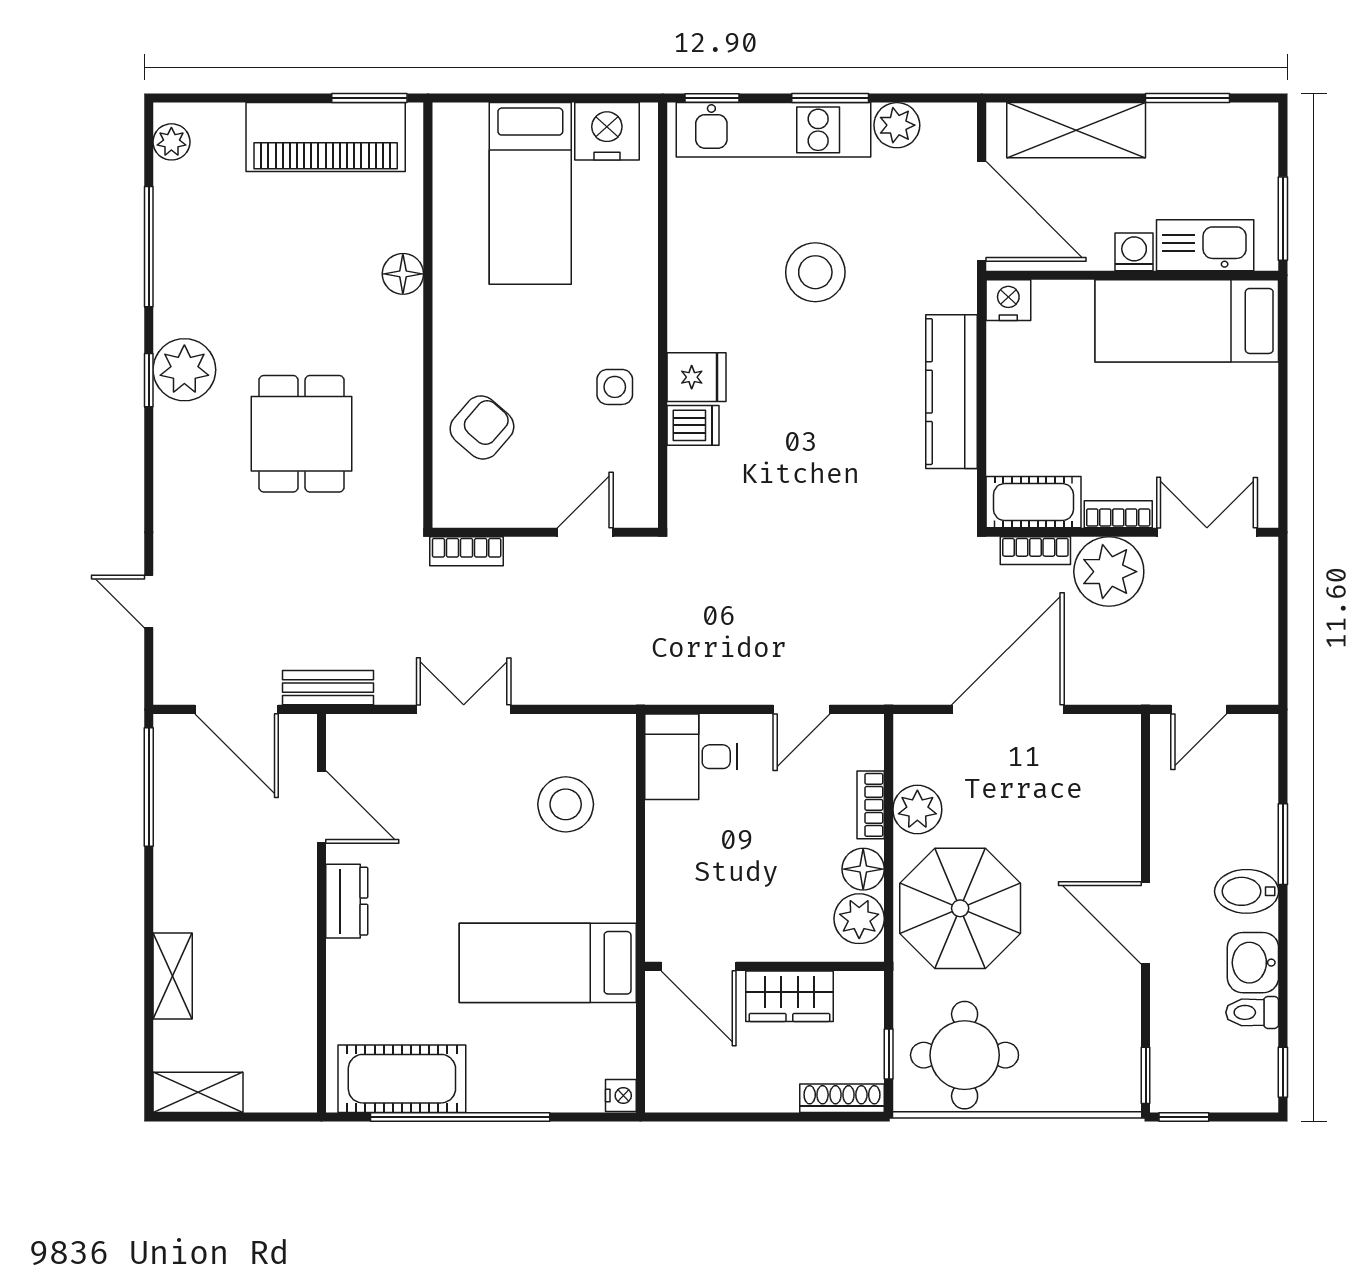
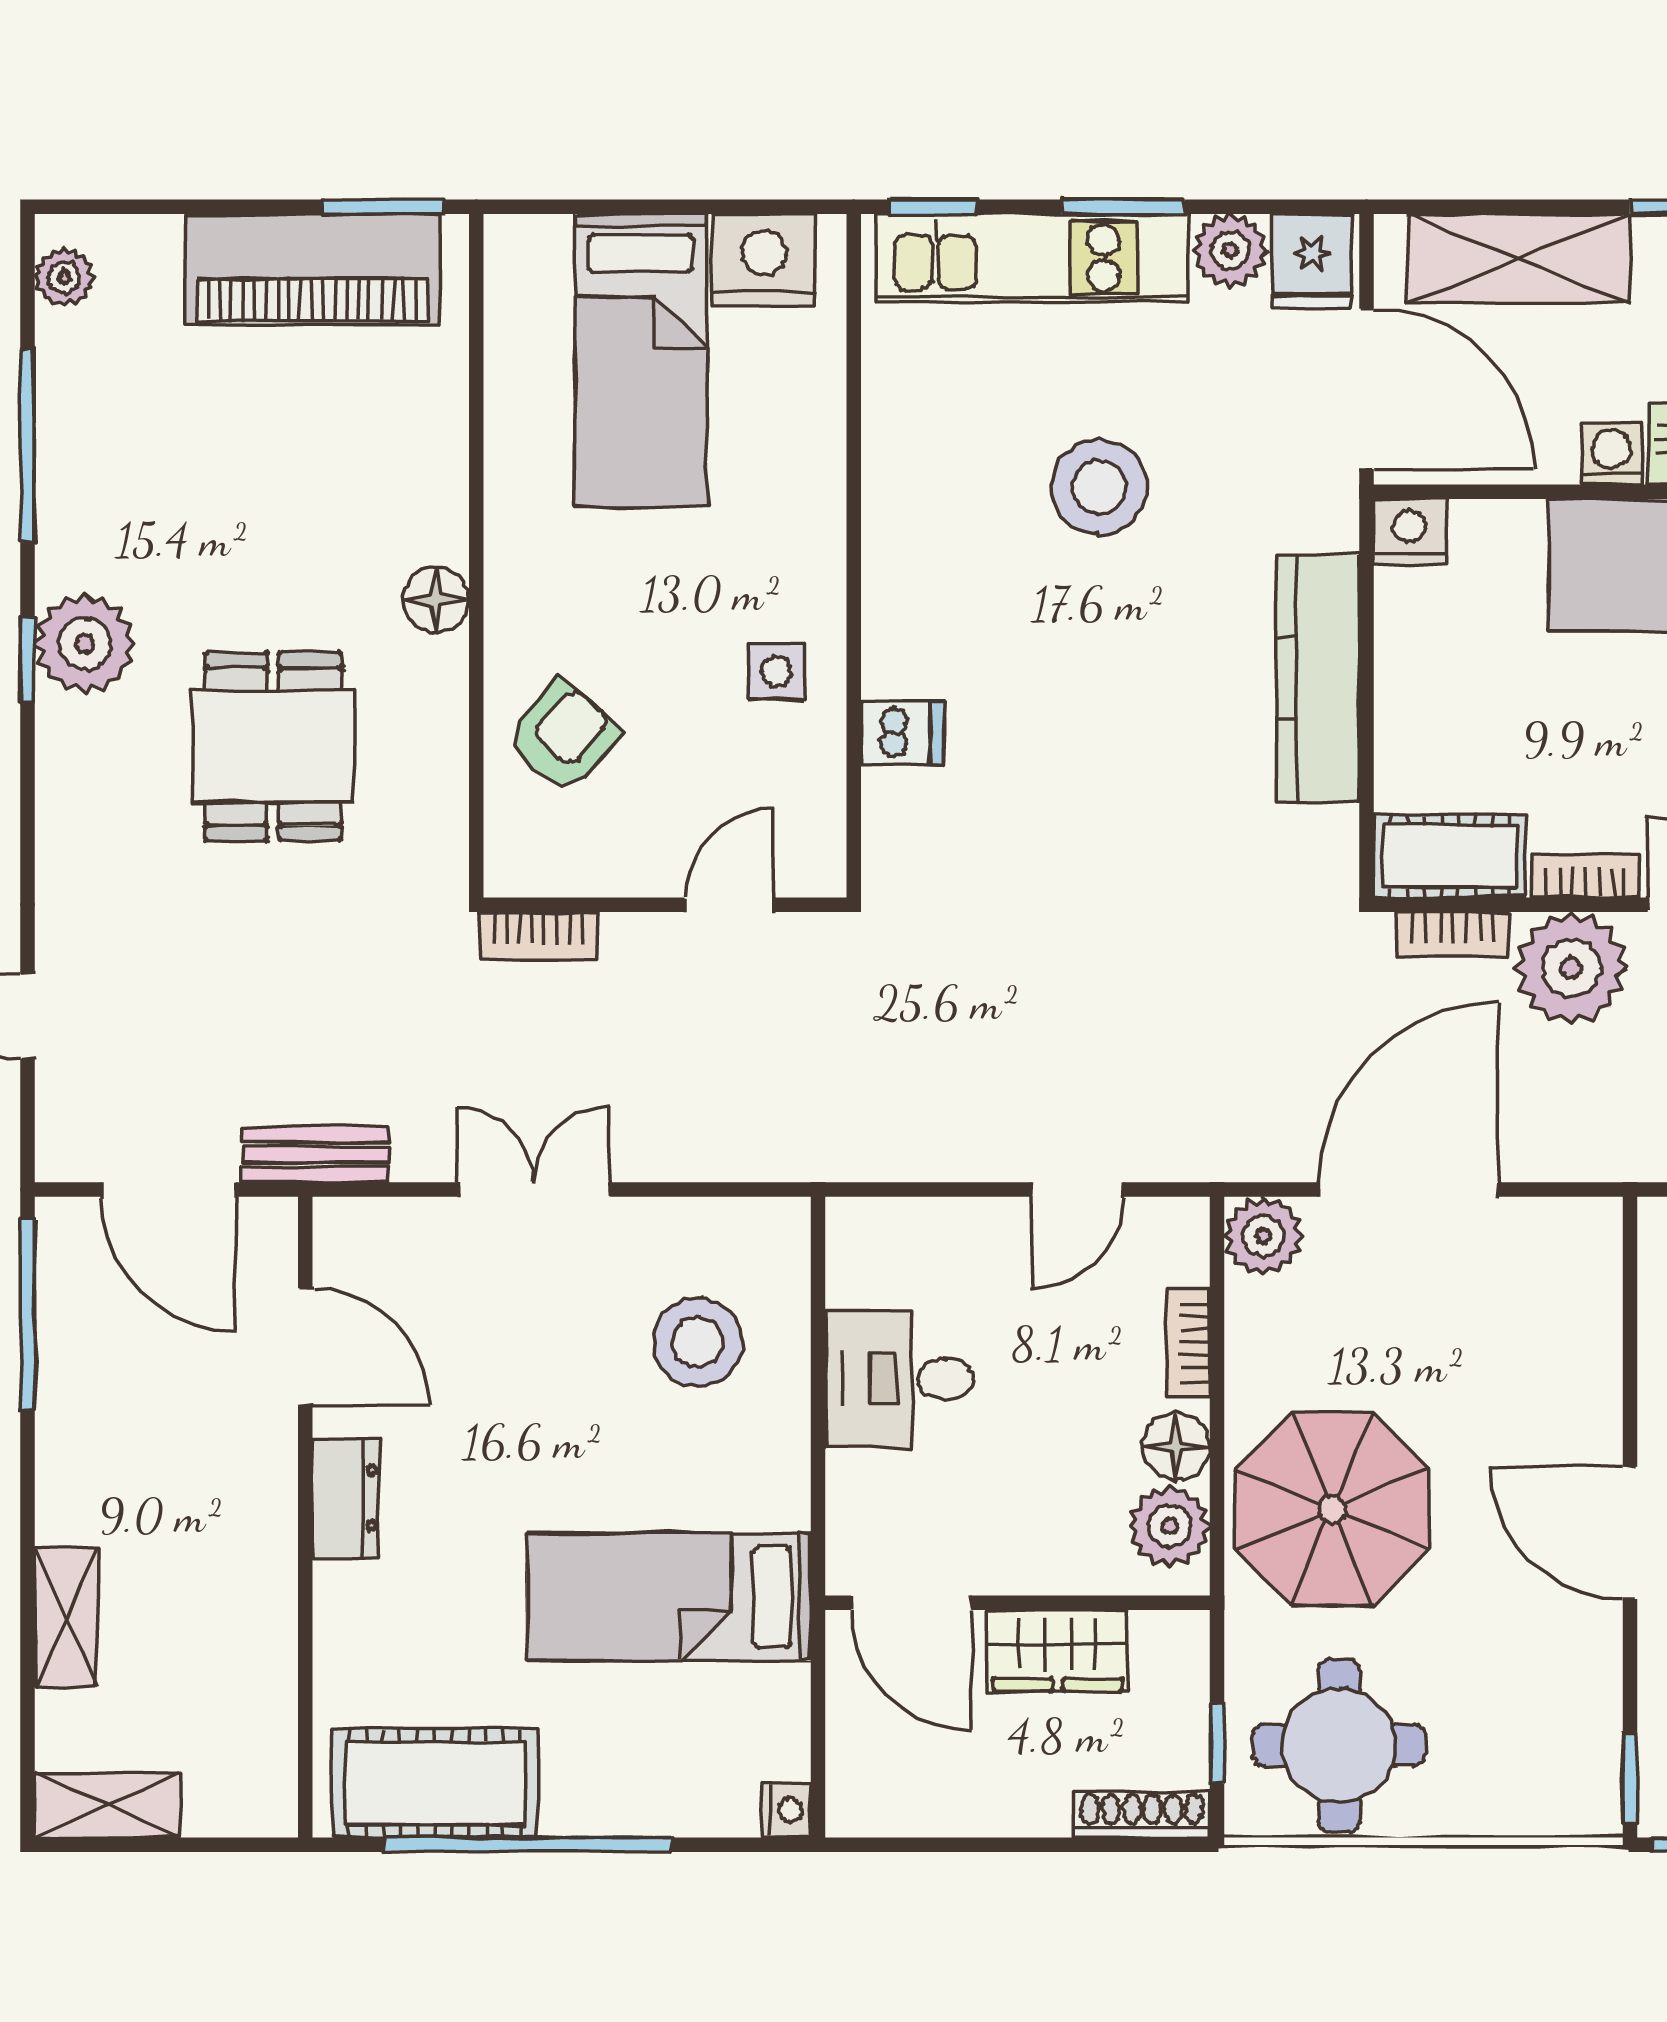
floor lamp: (403, 274) -> (436, 599), moved
fridge: (696, 377) -> (1312, 261), moved, turned 90
desk: (691, 757) -> (900, 1379), moved
plant: (917, 810) -> (1263, 1236), moved

